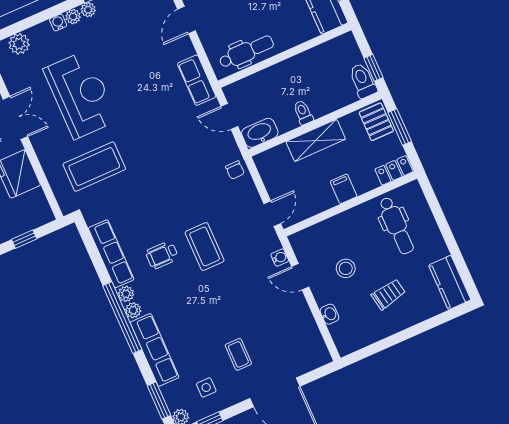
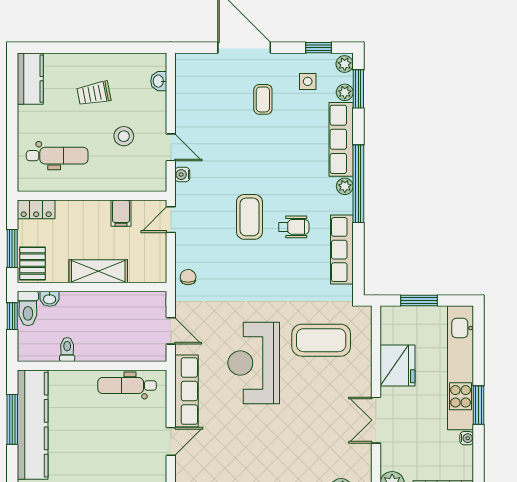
row of seats: (197, 80) -> (187, 391), width x1.48
reception desk: (81, 95) -> (254, 363), moved
toilet: (303, 113) -> (67, 350), moved, turned 180
washbasin: (260, 133) -> (50, 299), moved, width x0.52, depth x0.69
filing cabinet: (344, 189) -> (121, 213), moved
dental chair: (396, 226) -> (57, 156), turned 90
window: (24, 239) -> (419, 301), width x1.50
plant: (126, 294) -> (345, 92), moved
washbasin: (329, 314) -> (159, 81), moved

